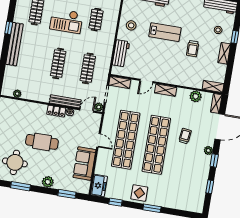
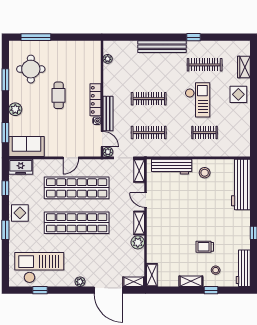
checkout: (66, 21) -> (198, 100), turned 180
window: (9, 28) -> (194, 37), moved
lab bench: (165, 32) -> (203, 211), removed
trolley: (193, 49) -> (205, 247), moved
workbench: (121, 53) -> (172, 167), width x1.38
plant: (196, 96) -> (138, 242), moved
locker: (56, 111) -> (95, 100), width x1.53
trolley: (185, 136) -> (92, 253), removed
cafe table: (42, 142) -> (59, 95), width x0.73, depth x0.74
window: (214, 160) -> (70, 290), removed
sofa: (84, 164) -> (26, 147), moved
checkout: (190, 184) -> (39, 268), added

